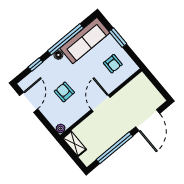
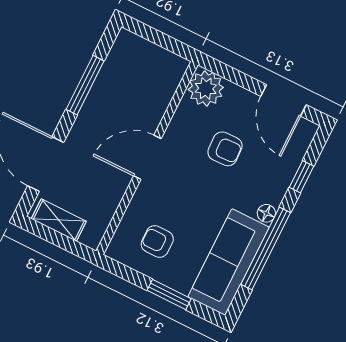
door: (101, 103) -> (147, 157), swing flipped
plant: (61, 128) -> (206, 88), width x1.88, depth x1.88
shelving: (74, 144) -> (59, 220), moved
window: (115, 148) -> (85, 85), width x0.68

